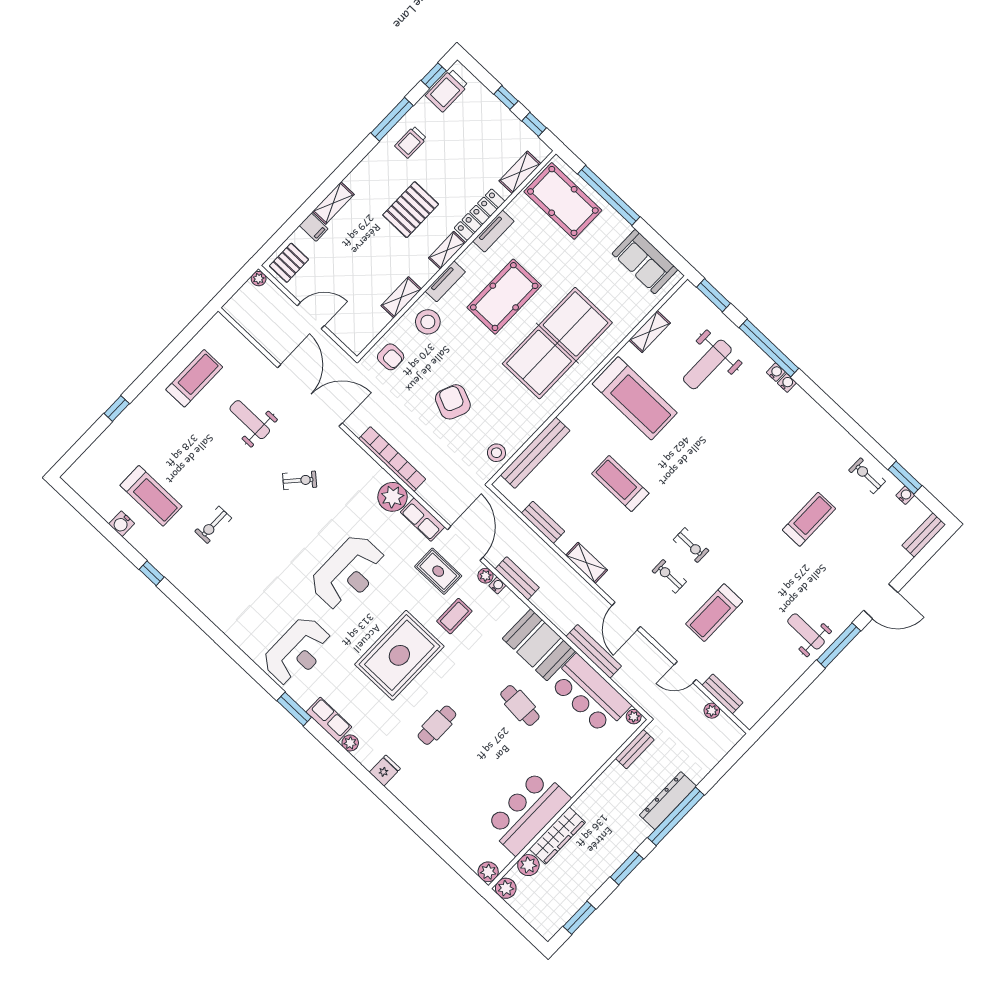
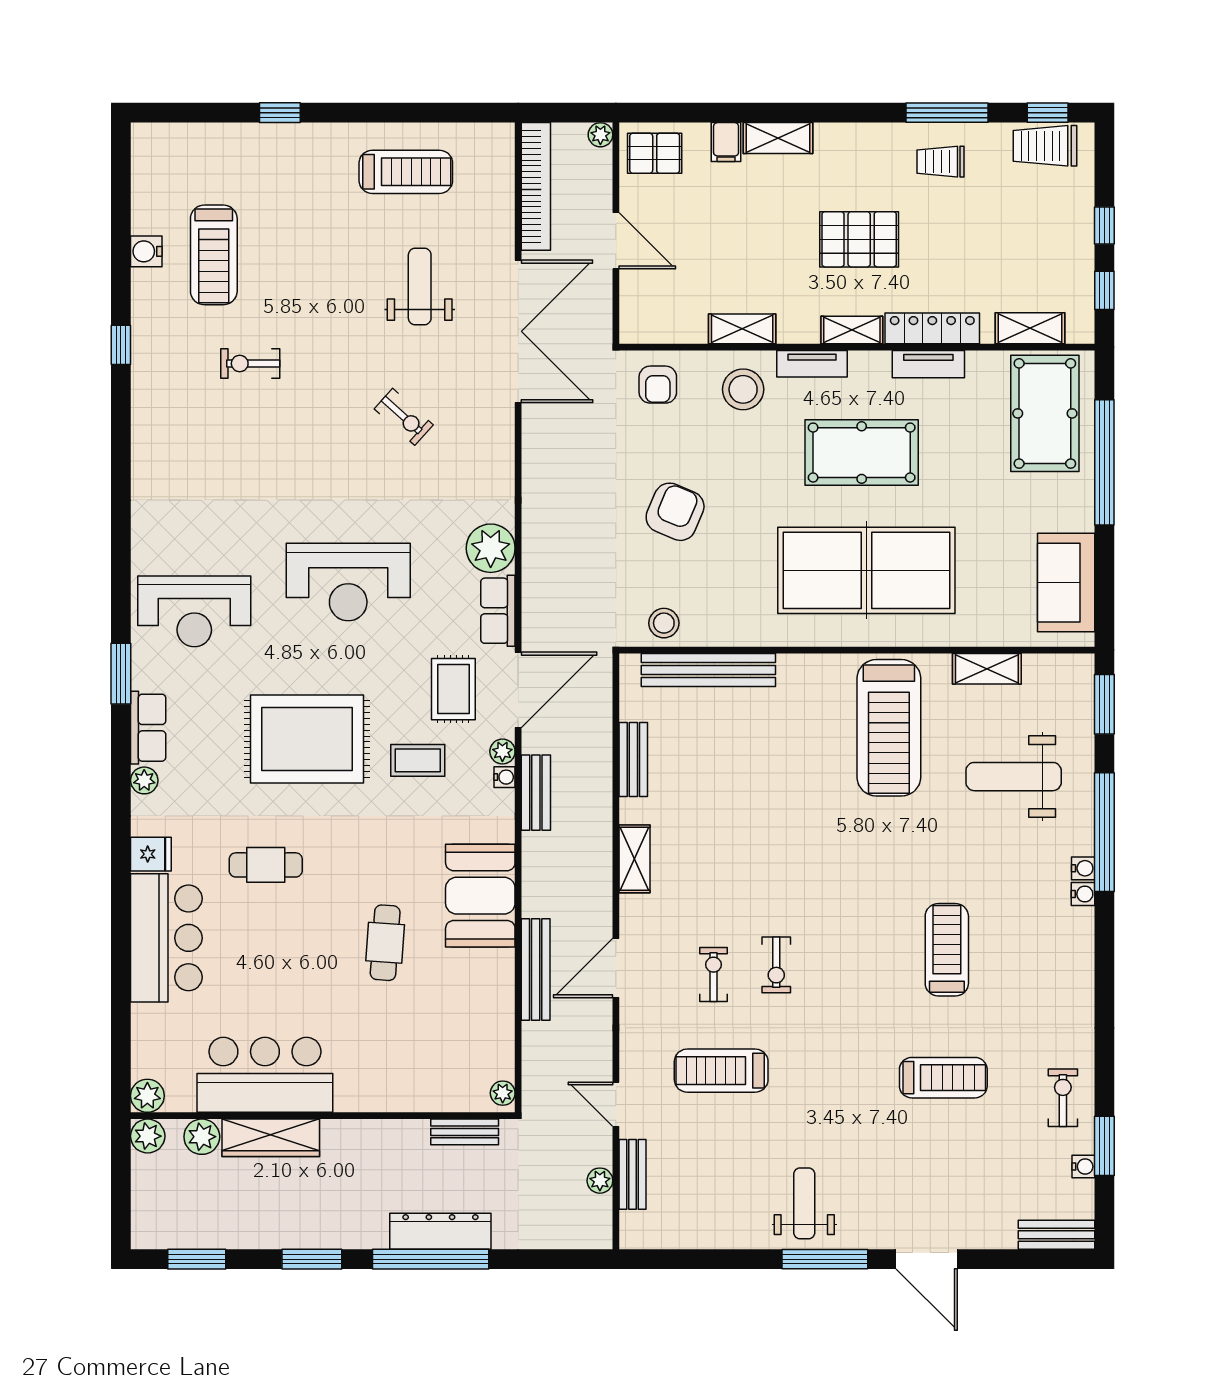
bookcase: (392, 459) -> (536, 186), moved
treadmill: (620, 484) -> (947, 950), moved
bar counter: (590, 694) -> (166, 938), moved, turned 180

